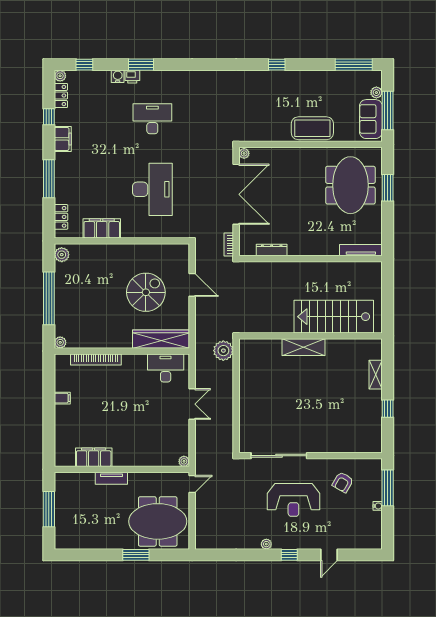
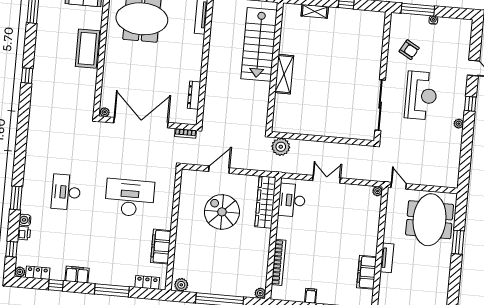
printer: (132, 77) -> (24, 233), moved

